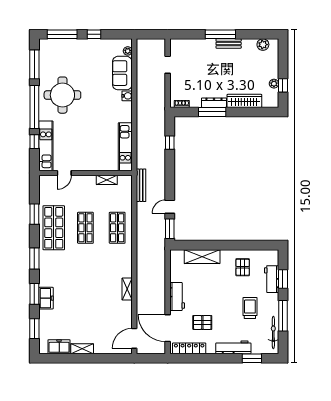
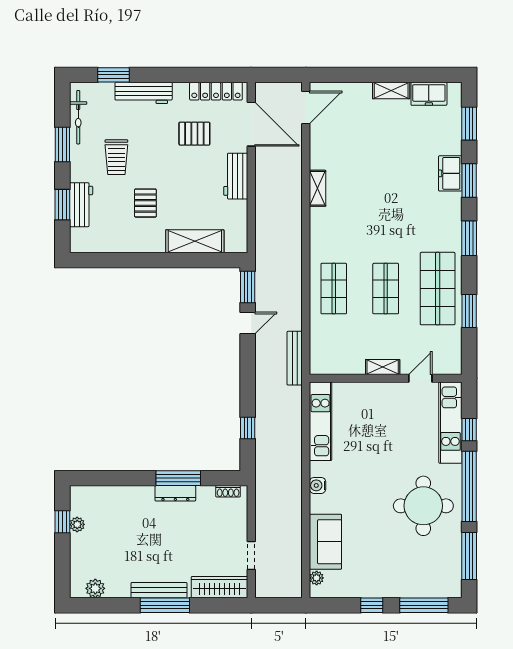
bench: (229, 43) -> (159, 590), width x1.36
water cooler: (127, 96) -> (318, 485), moved
wardrobe: (244, 101) -> (220, 587), moved, turned 180
shelving: (107, 180) -> (383, 367), moved
pallet: (243, 267) -> (145, 203), moved
window: (283, 316) -> (62, 145), width x0.69

